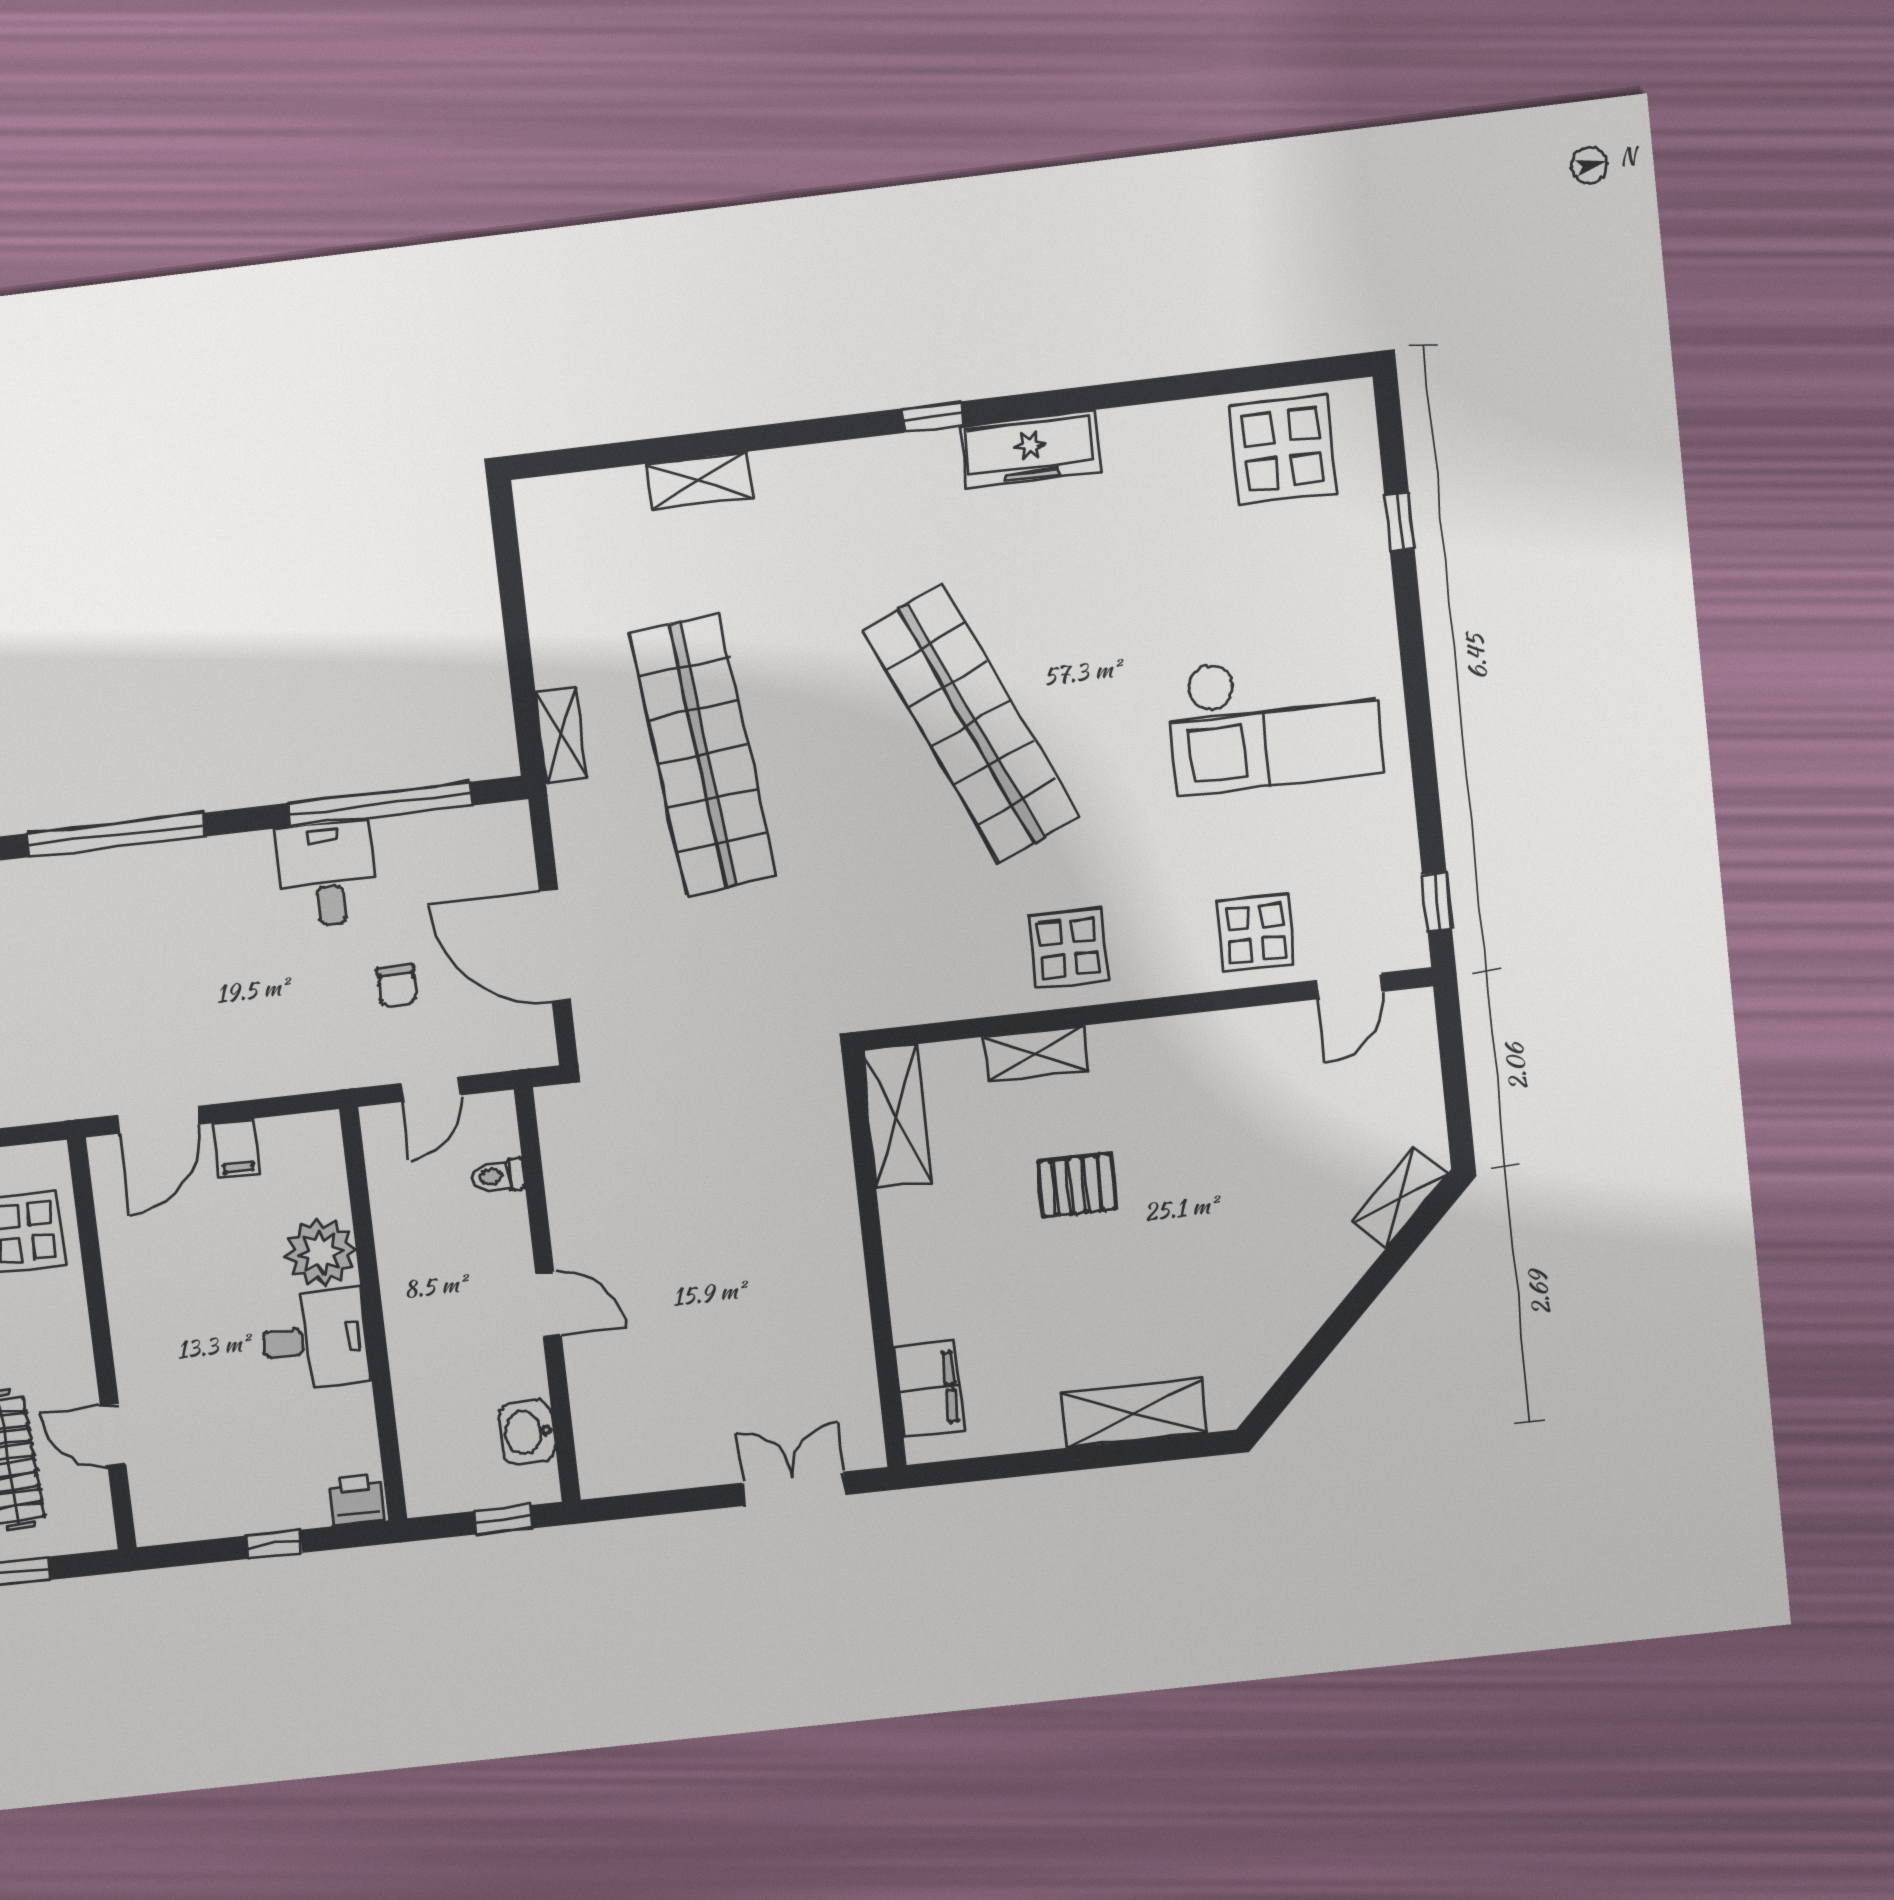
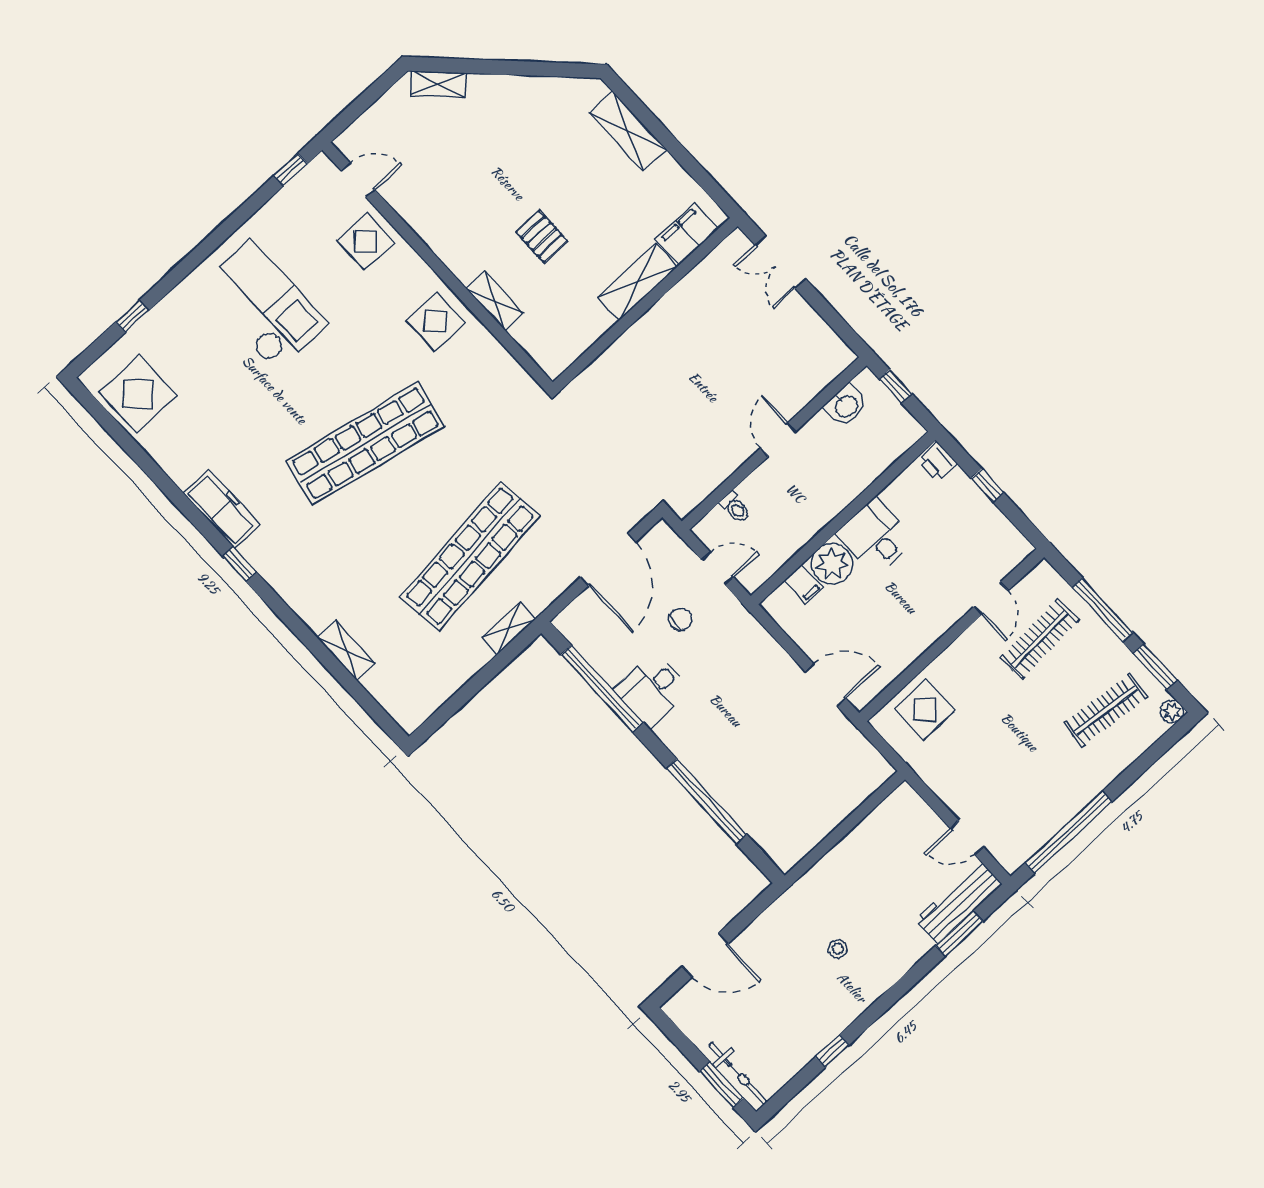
shop shelf: (971, 724) -> (365, 443), turned 36
shelving: (896, 1116) -> (638, 282), moved
filing cabinet: (236, 1148) -> (804, 584), moved, turned 90

